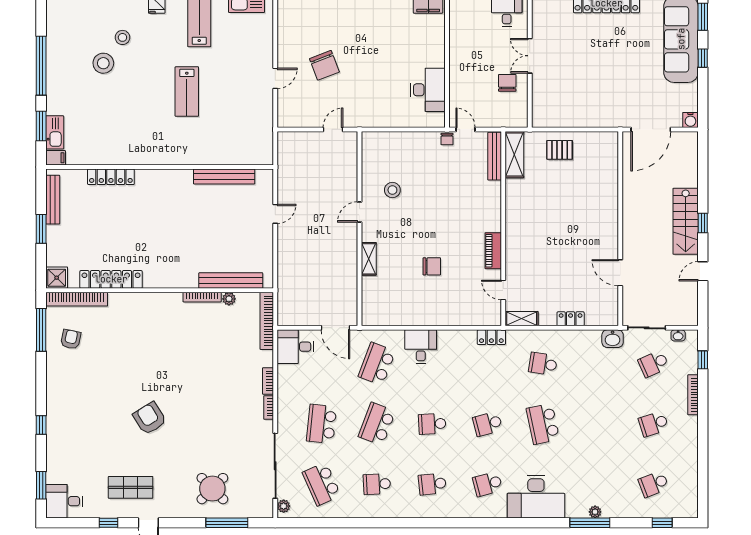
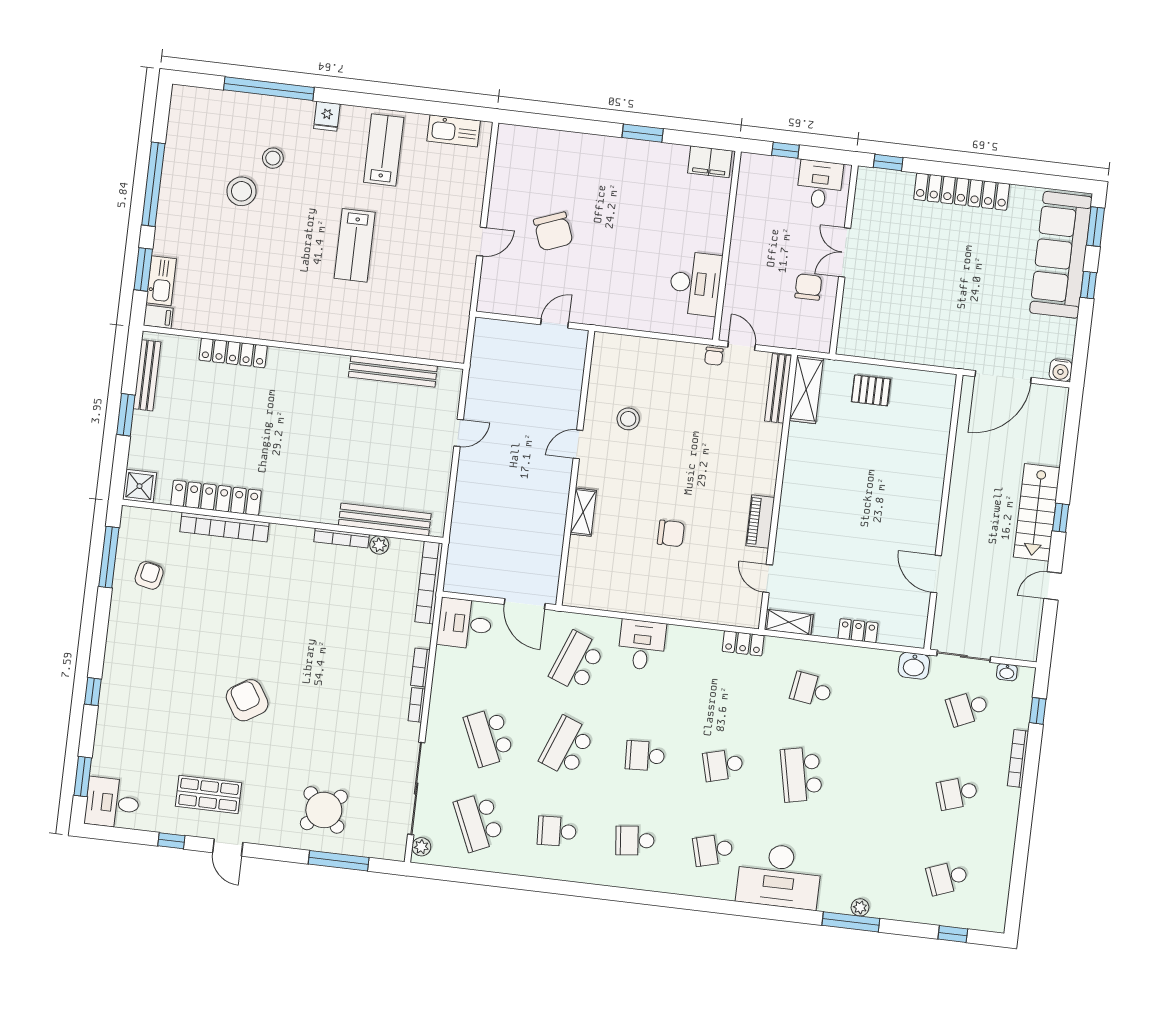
bookcase: (77, 299) -> (225, 527), moved
school desk: (322, 424) -> (489, 737), turned -30

